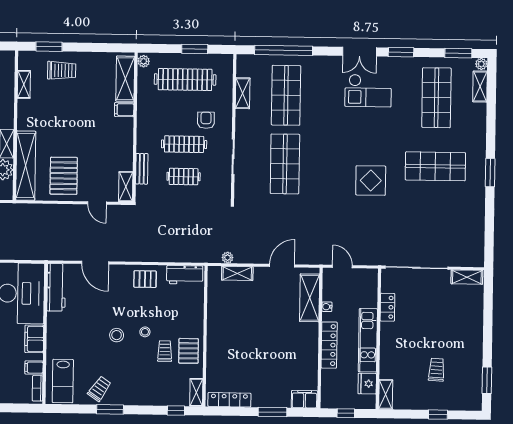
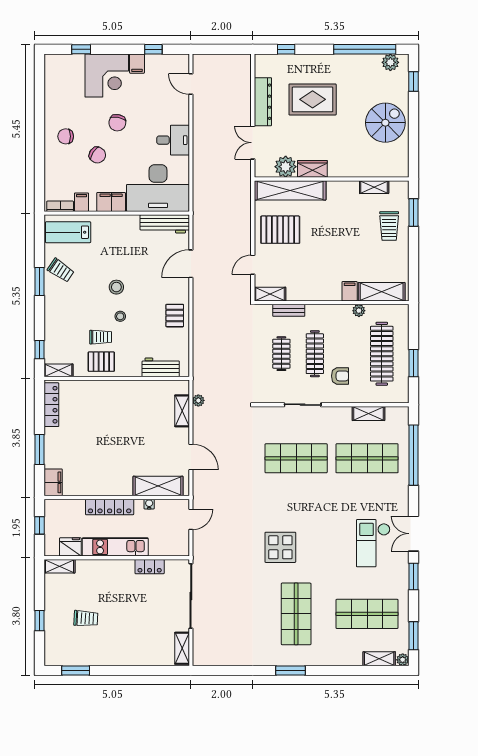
plant: (144, 61) -> (359, 311), moved
workbench: (185, 275) -> (161, 367), moved, turned 90

